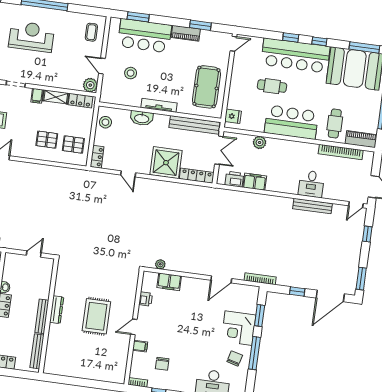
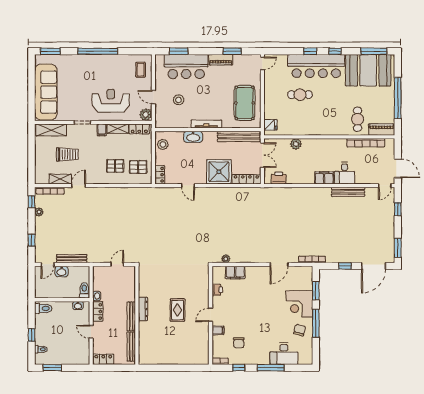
reception desk: (31, 37) -> (111, 101), moved
bar counter: (291, 122) -> (321, 123), removed
filing cabinet: (255, 182) -> (324, 178), moved
rug: (96, 316) -> (177, 310), width x0.73, depth x0.70

